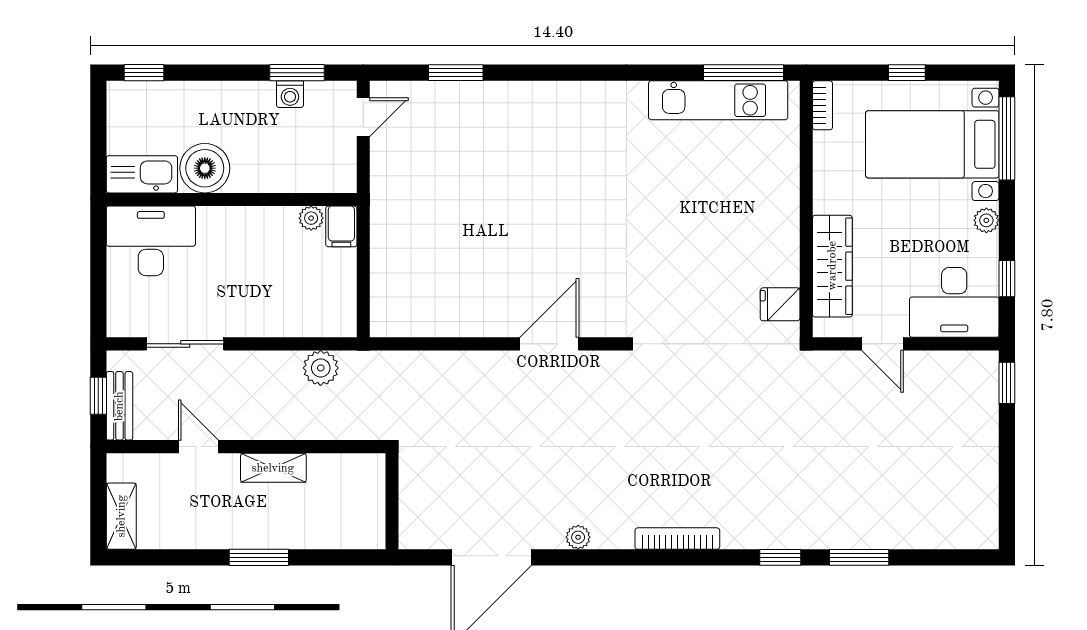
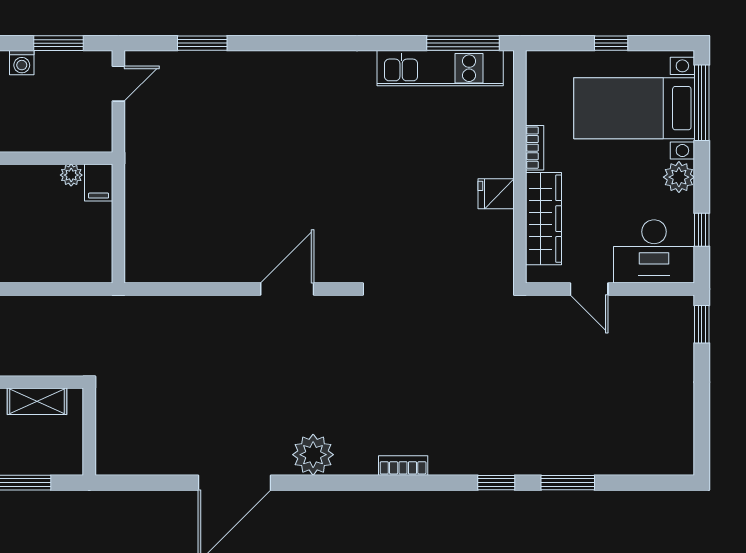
washing machine: (290, 94) -> (22, 63), moved
bookcase: (823, 105) -> (535, 148), moved
plant: (986, 220) -> (679, 177), width x1.38, depth x1.38
fridge: (780, 304) -> (496, 194), moved
plant: (321, 368) -> (80, 311), removed
wall: (392, 501) -> (89, 432), moved
plant: (578, 537) -> (313, 455), width x1.88, depth x1.88
bookcase: (677, 539) -> (403, 465), width x0.64

